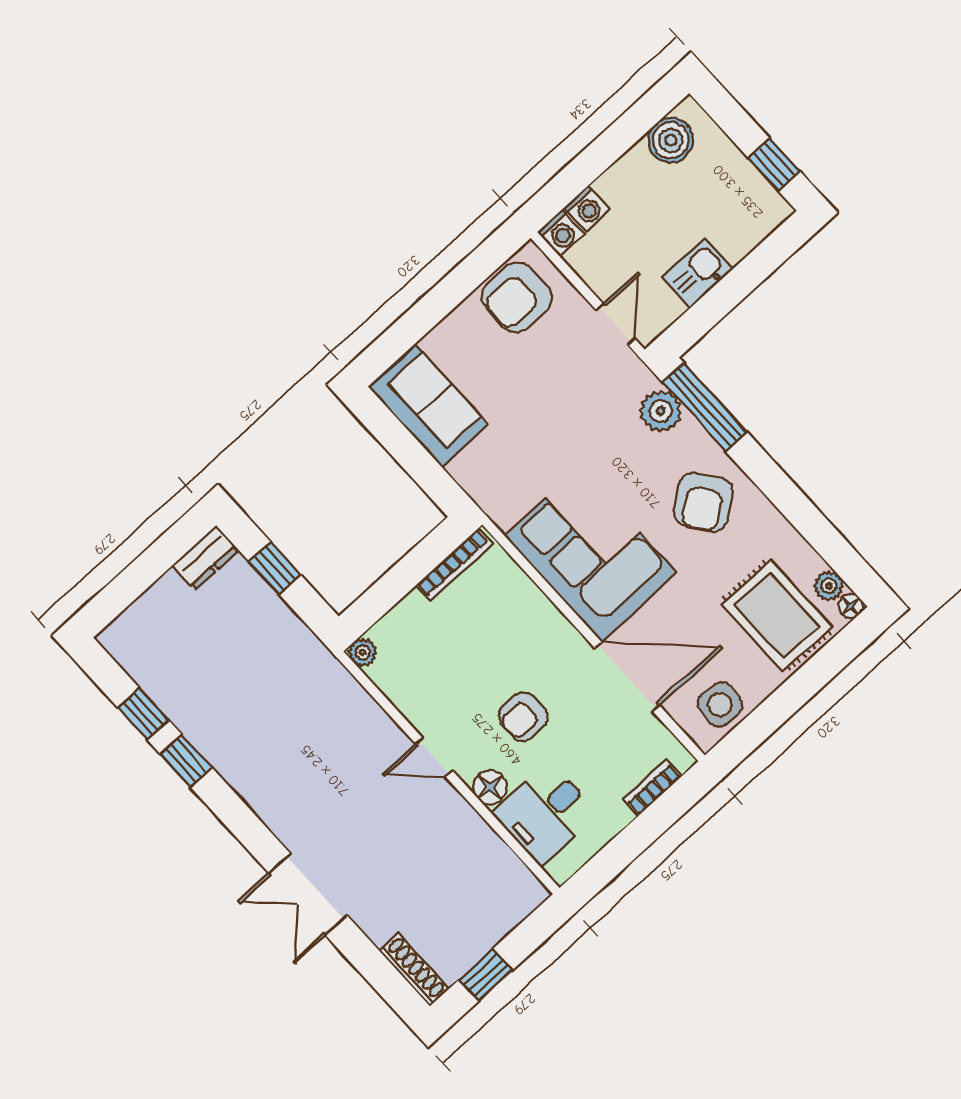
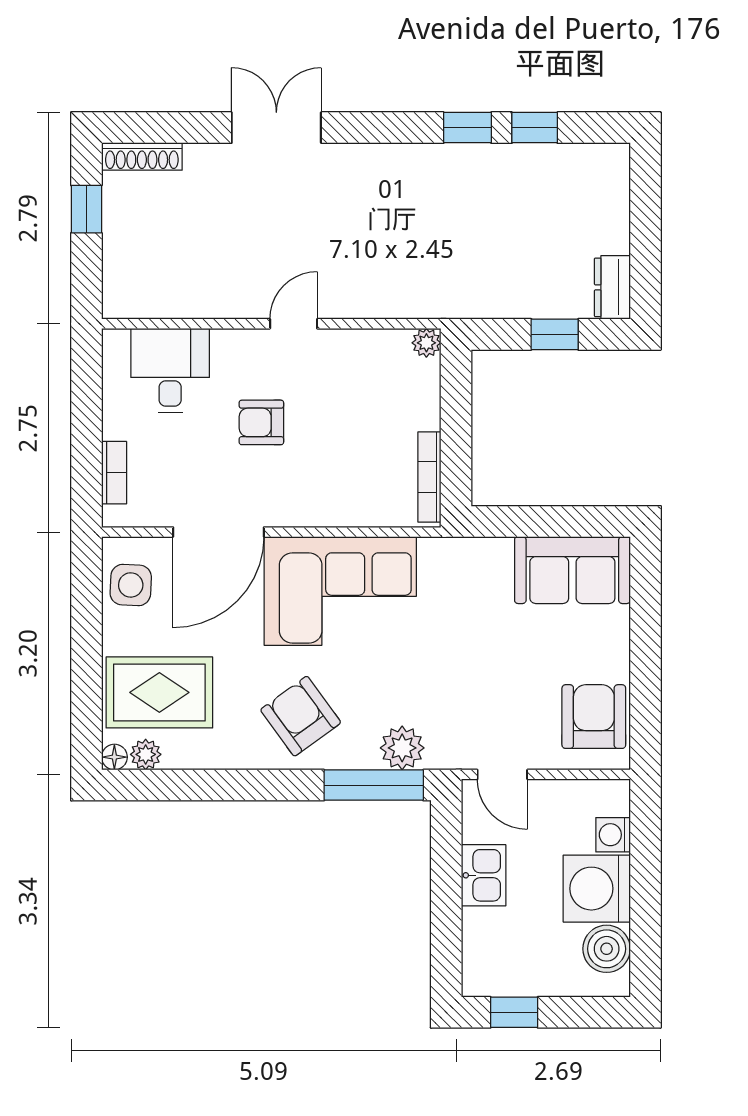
washing machine: (561, 233) -> (597, 889), moved, width x1.89, depth x1.89
armchair: (523, 717) -> (261, 422), turned -90
floor lamp: (490, 787) -> (230, 346), removed

